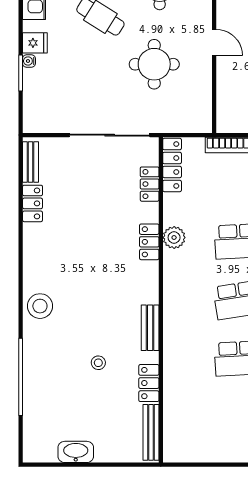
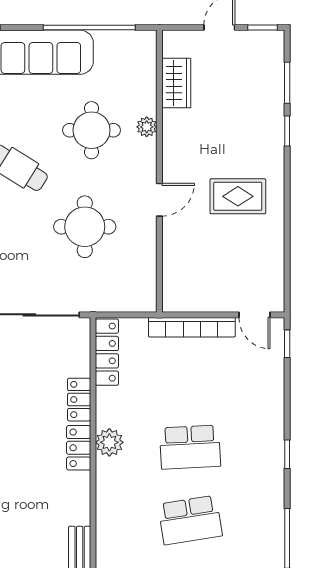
door: (214, 42) -> (159, 200), hinge flipped
locker: (150, 184) -> (79, 400), moved

